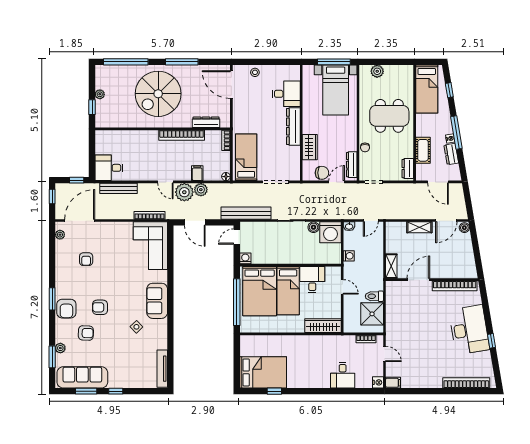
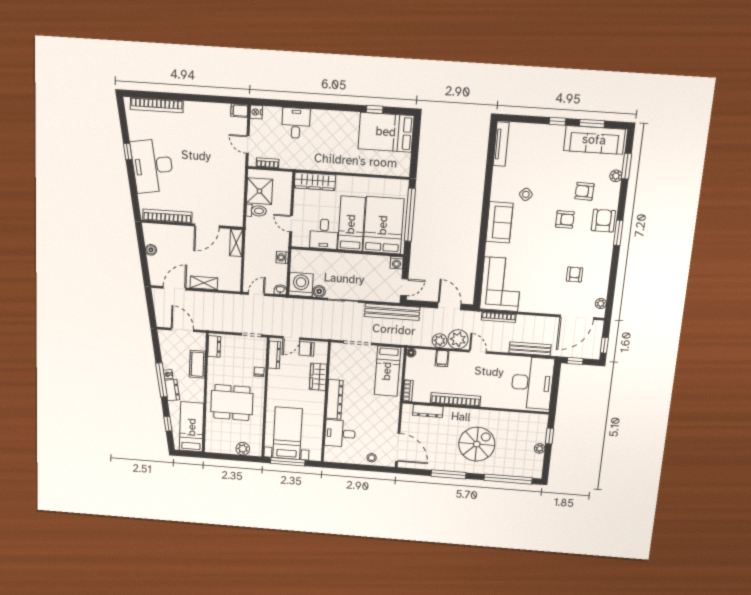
spiral stairs: (158, 94) -> (477, 444), width x0.73, depth x0.73
dresser: (451, 154) -> (172, 390), moved
desk: (109, 168) -> (532, 383), width x1.87, depth x1.30
boiler: (464, 228) -> (151, 250), moved

